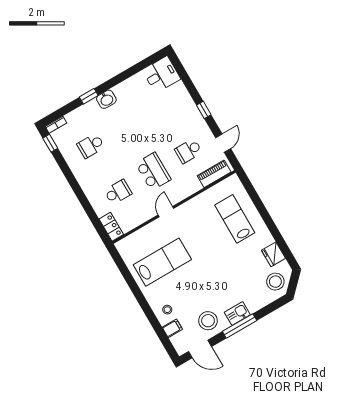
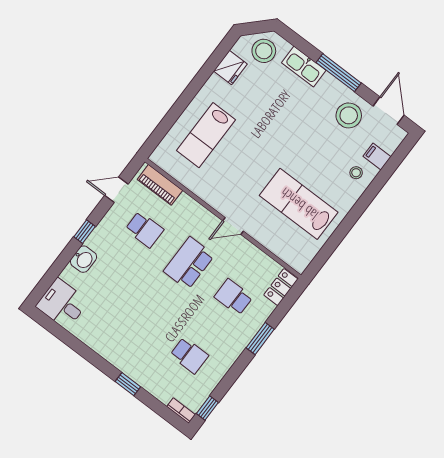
washbasin: (106, 99) -> (83, 259), moved, turned 90
window: (82, 198) -> (260, 339), added
kitchen sink: (237, 314) -> (304, 67), moved, width x1.38

